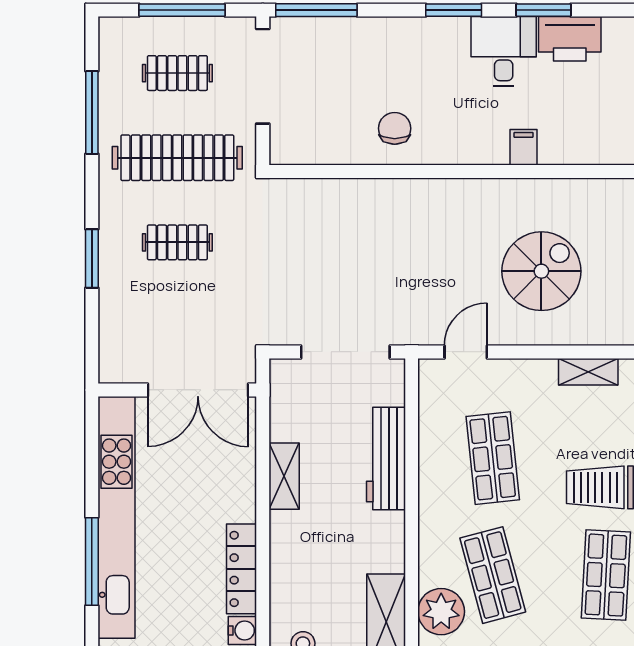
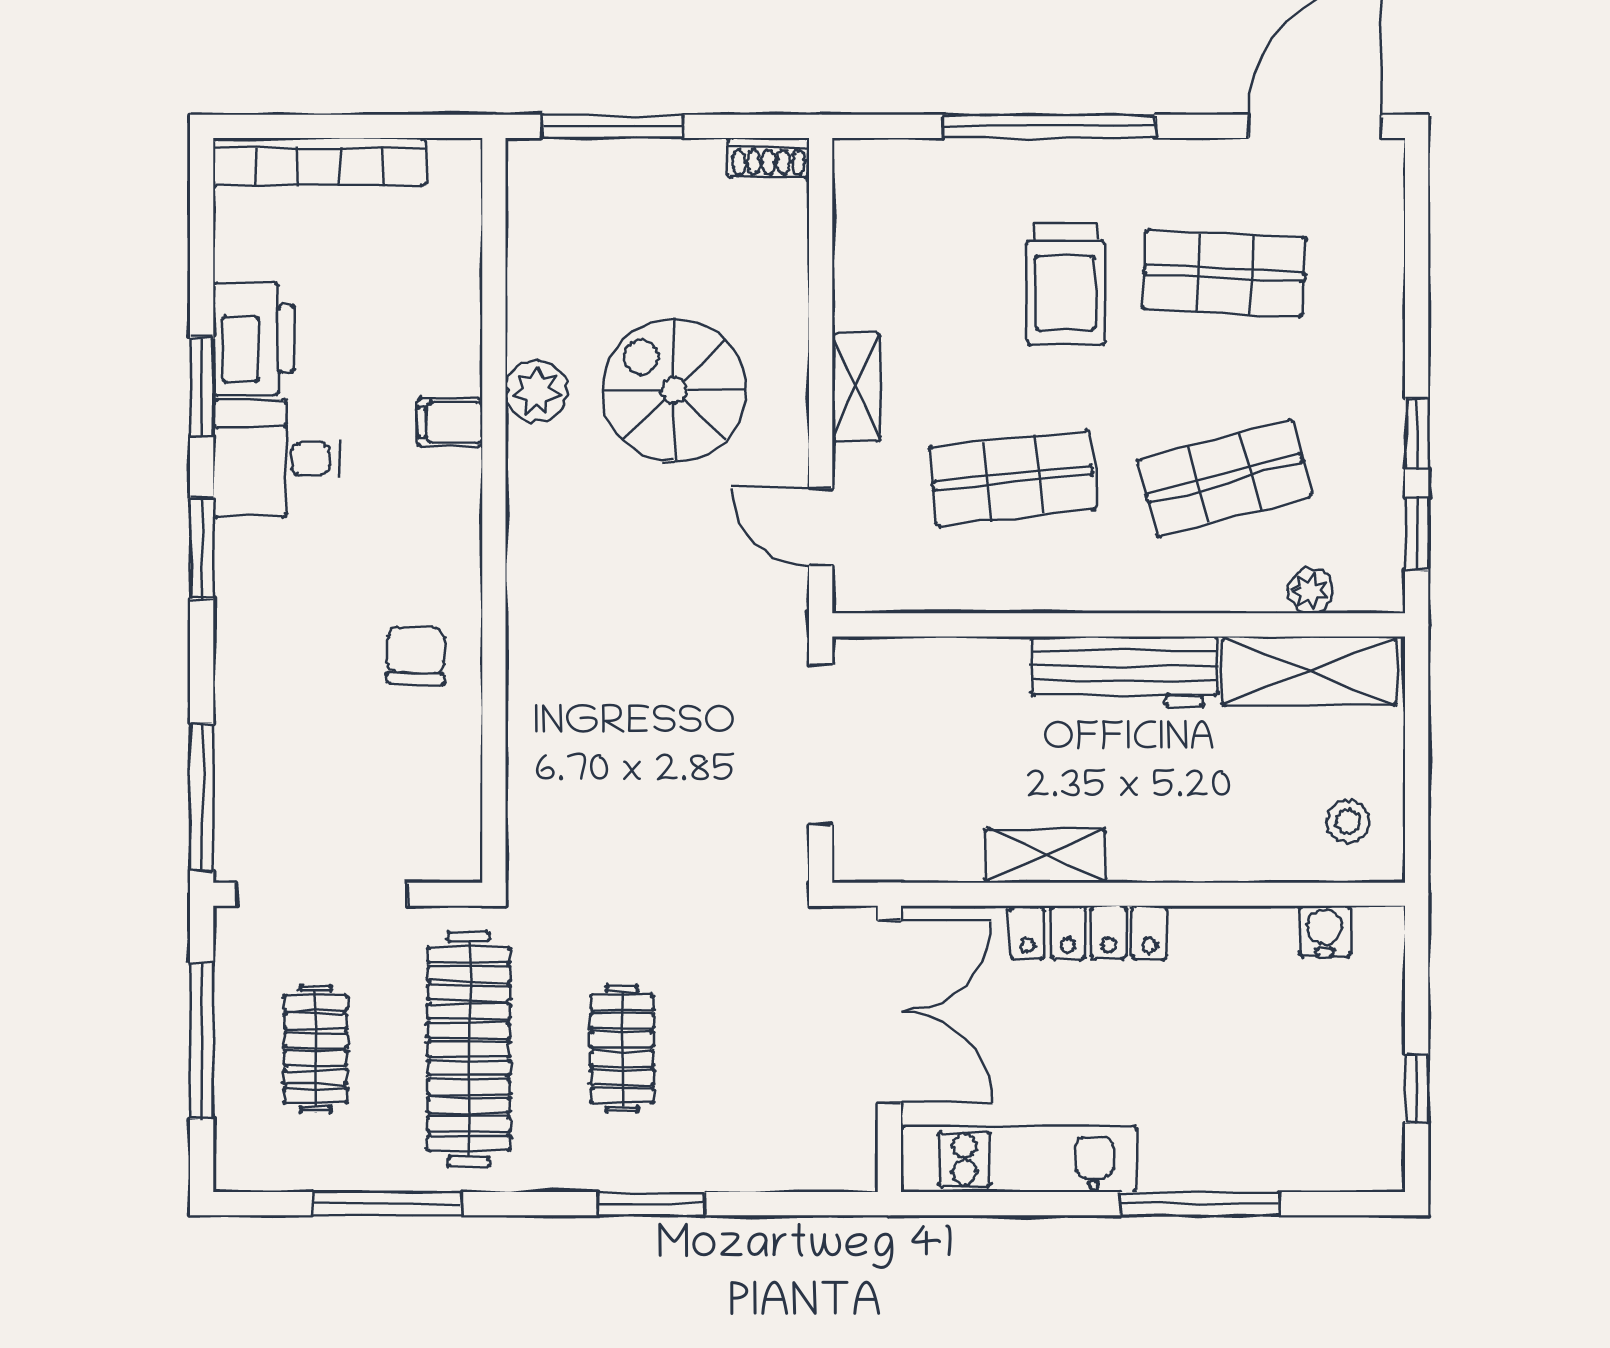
chair: (395, 128) -> (416, 656), turned 91
plant: (541, 195) -> (536, 391), added
shelving: (588, 372) -> (856, 387), moved
workbench: (386, 459) -> (1125, 671), moved
kitchen unit: (117, 517) -> (1019, 1159), width x0.54
locker: (242, 569) -> (1088, 933), moved
plant: (441, 612) -> (1310, 591), width x0.53, depth x0.53

